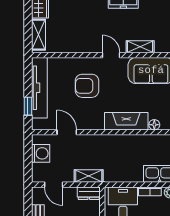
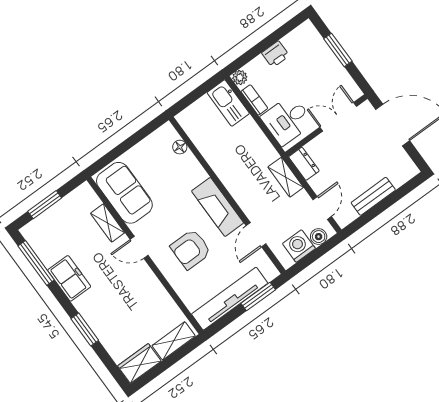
door: (111, 55) -> (139, 247), hinge flipped
armchair: (87, 86) -> (191, 249), turned 90
window: (28, 106) -> (258, 296), width x1.50
fireplace: (126, 121) -> (218, 207), moved
boiler: (38, 170) -> (319, 237), added

